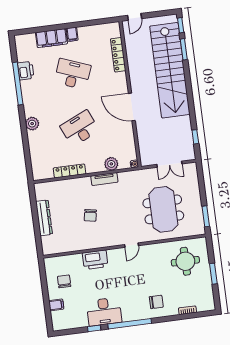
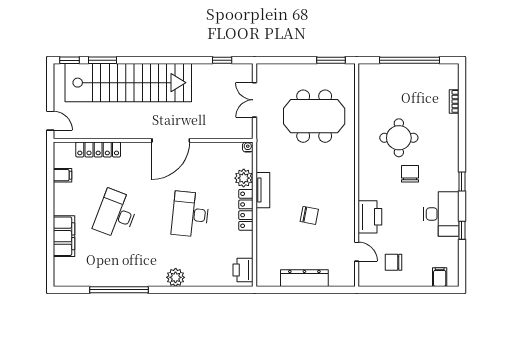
filing cabinet: (72, 34) -> (62, 175), moved
printer: (26, 71) -> (243, 270), moved, turned -90
desk: (80, 128) -> (190, 214), turned 30
double door: (169, 164) -> (254, 100), swing flipped
locker: (70, 171) -> (246, 210), moved
door: (132, 245) -> (357, 252), moved
round table: (185, 261) -> (399, 138), moved
window: (213, 274) -> (410, 60), width x2.11
chair: (156, 302) -> (410, 174), moved
filing cabinet: (56, 305) -> (440, 277), moved
window: (130, 324) -> (462, 182), width x0.32

